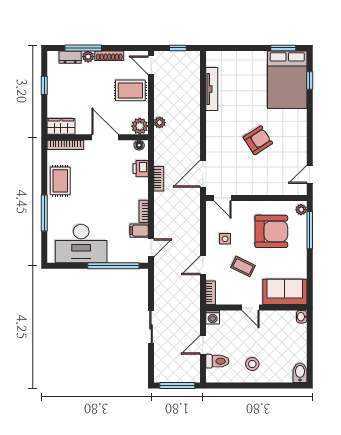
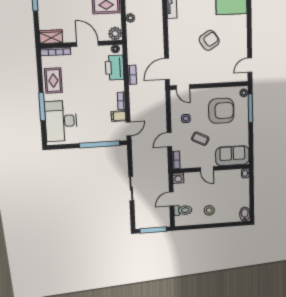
plant: (160, 123) -> (130, 18), moved
printer: (141, 169) -> (115, 68), width x1.87, depth x1.48
desk: (81, 244) -> (61, 121), moved, turned 90

